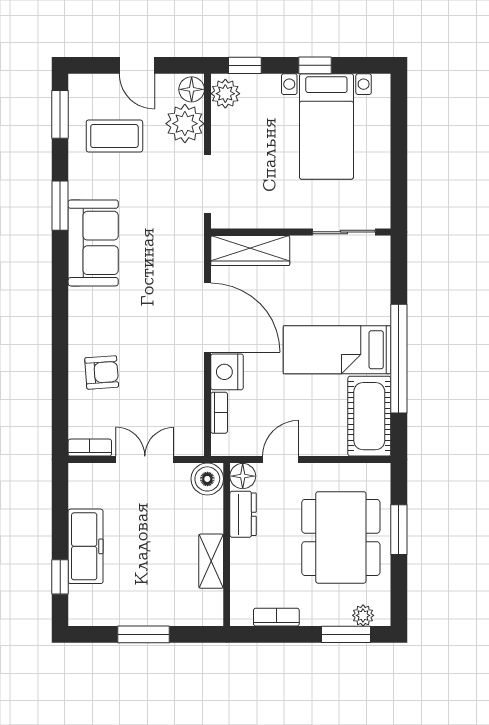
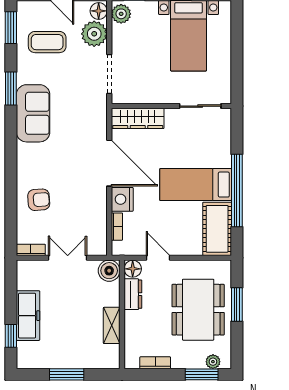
door: (281, 460) -> (158, 258), hinge flipped

